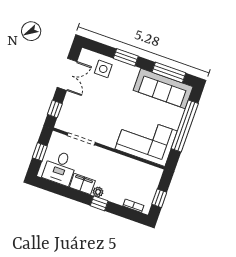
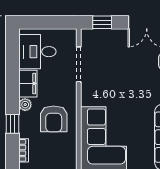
window: (40, 152) -> (47, 22), removed
armchair: (117, 174) -> (54, 119), added
window: (99, 203) -> (13, 124), moved

